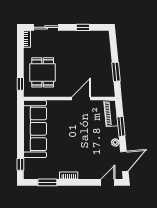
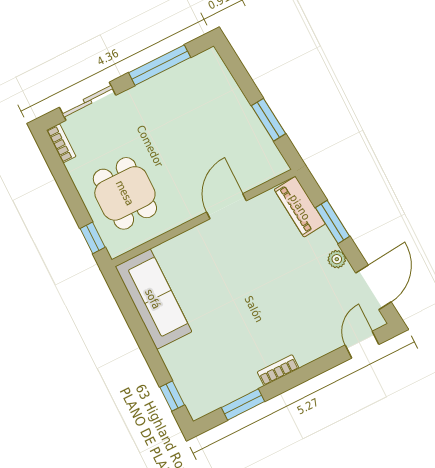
window: (83, 27) -> (160, 65), width x2.17
sofa: (35, 129) -> (153, 299), width x0.74, depth x0.79

